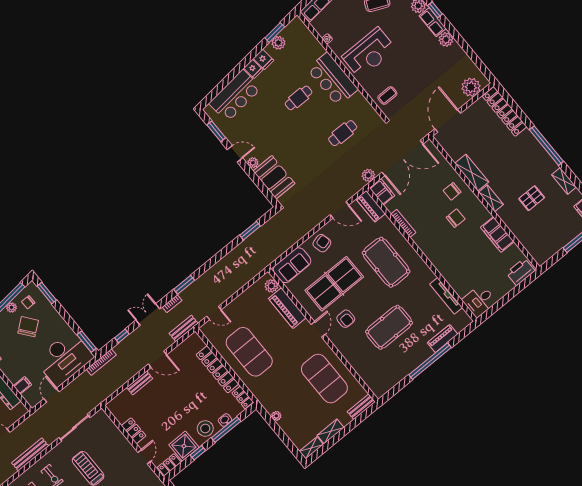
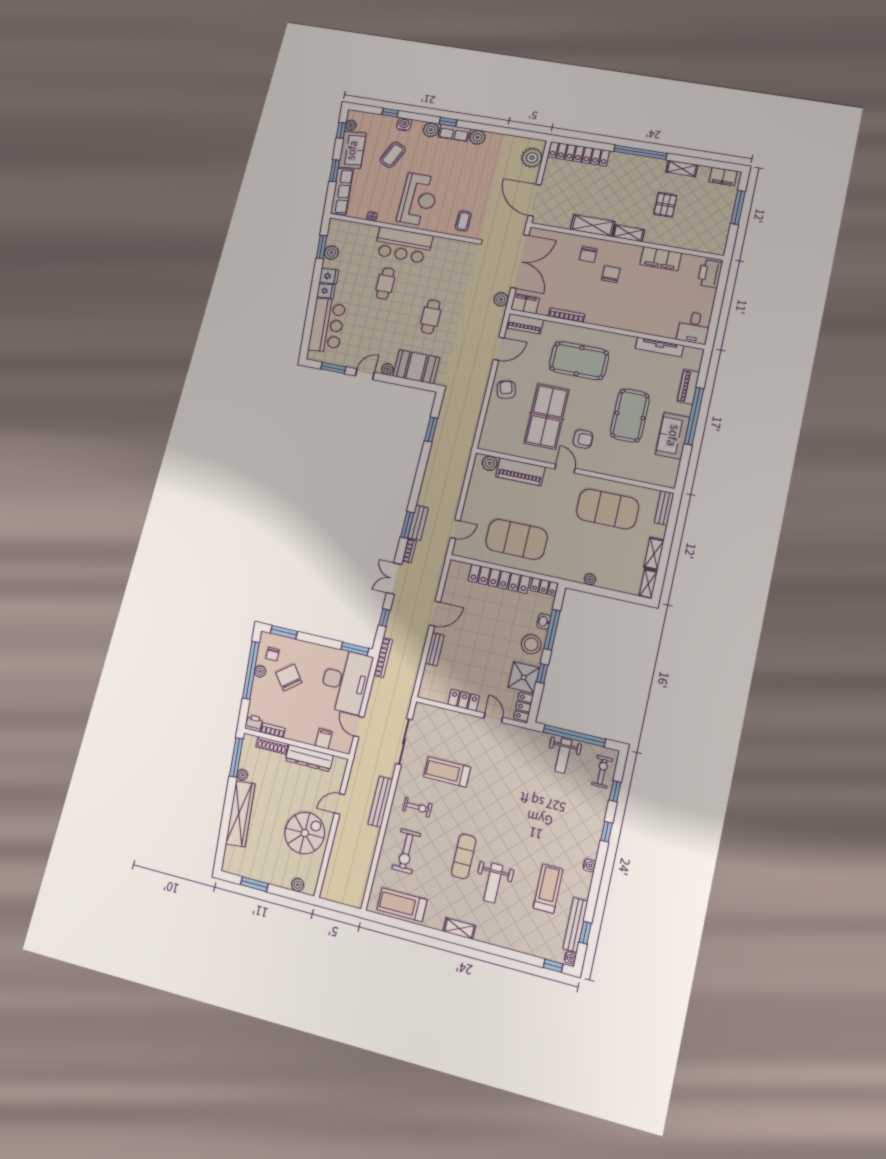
cafe table: (343, 133) -> (431, 317), moved
sofa: (292, 265) -> (673, 436), moved, turned 180
bench: (184, 328) -> (418, 523), moved

